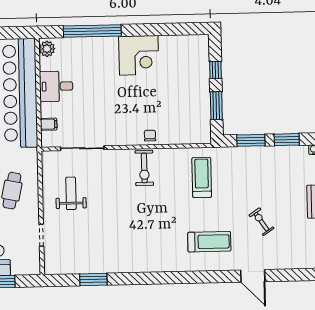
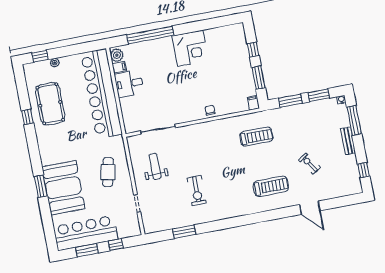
filing cabinet: (49, 124) -> (119, 67), moved
filing cabinet: (205, 135) -> (253, 103), added
exercise bike: (144, 168) -> (197, 191), moved
treadmill: (202, 177) -> (256, 137), turned 90

